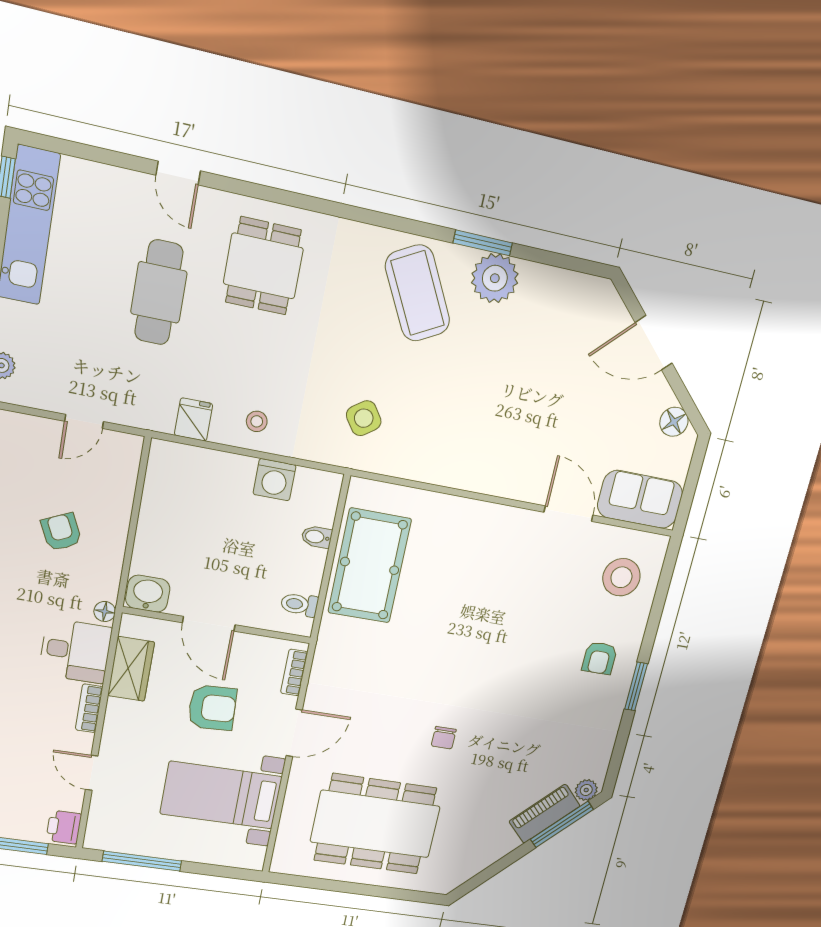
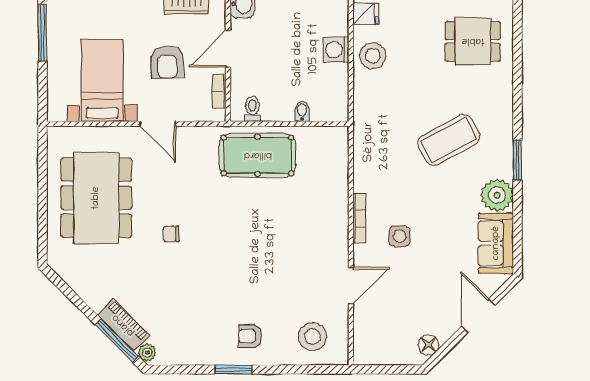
window: (483, 243) -> (518, 160), moved
coffee table: (418, 293) -> (449, 140), moved
side table: (364, 418) -> (400, 236), moved, turned 35
stool: (257, 421) -> (373, 56), width x1.89, depth x1.89
washing machine: (275, 480) -> (336, 50), moved
bookcase: (481, 485) -> (359, 218), added
sofa: (640, 499) -> (496, 243), moved, turned 180
pool table: (370, 566) -> (258, 155), moved
bookcase: (294, 672) -> (219, 91), moved, turned -90

